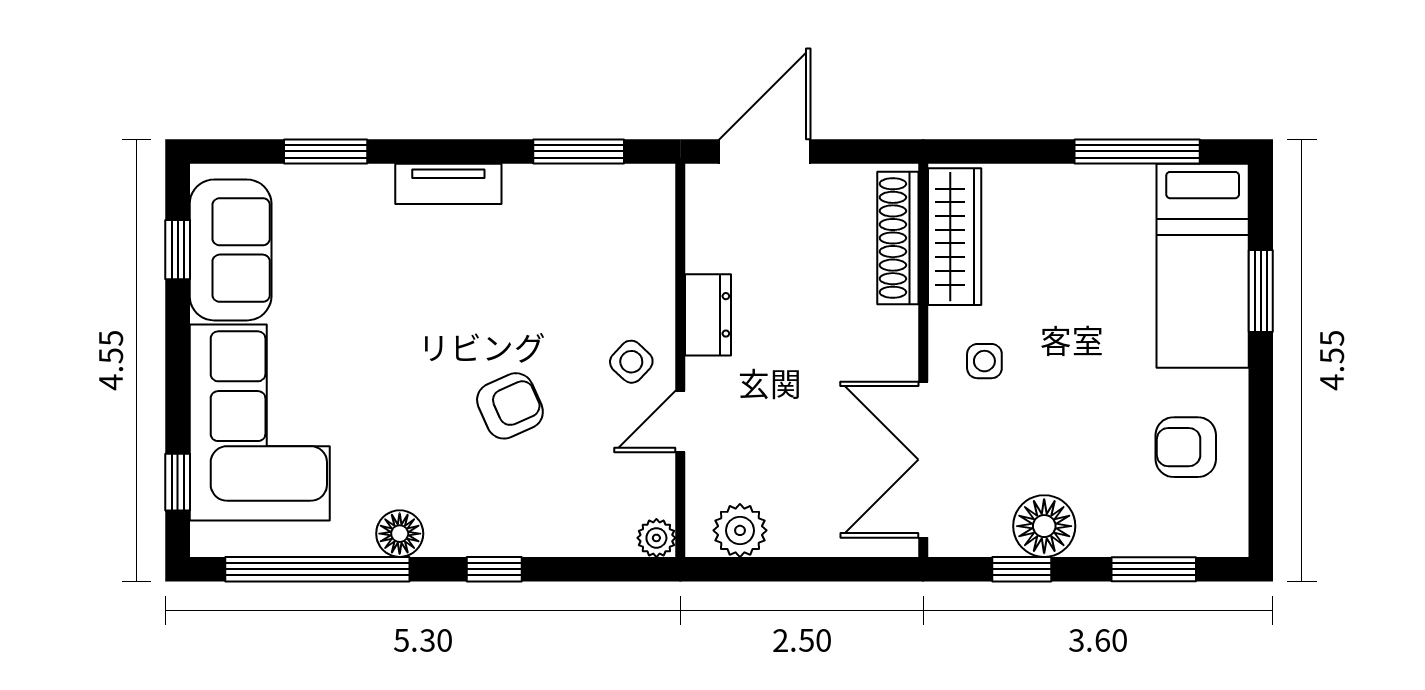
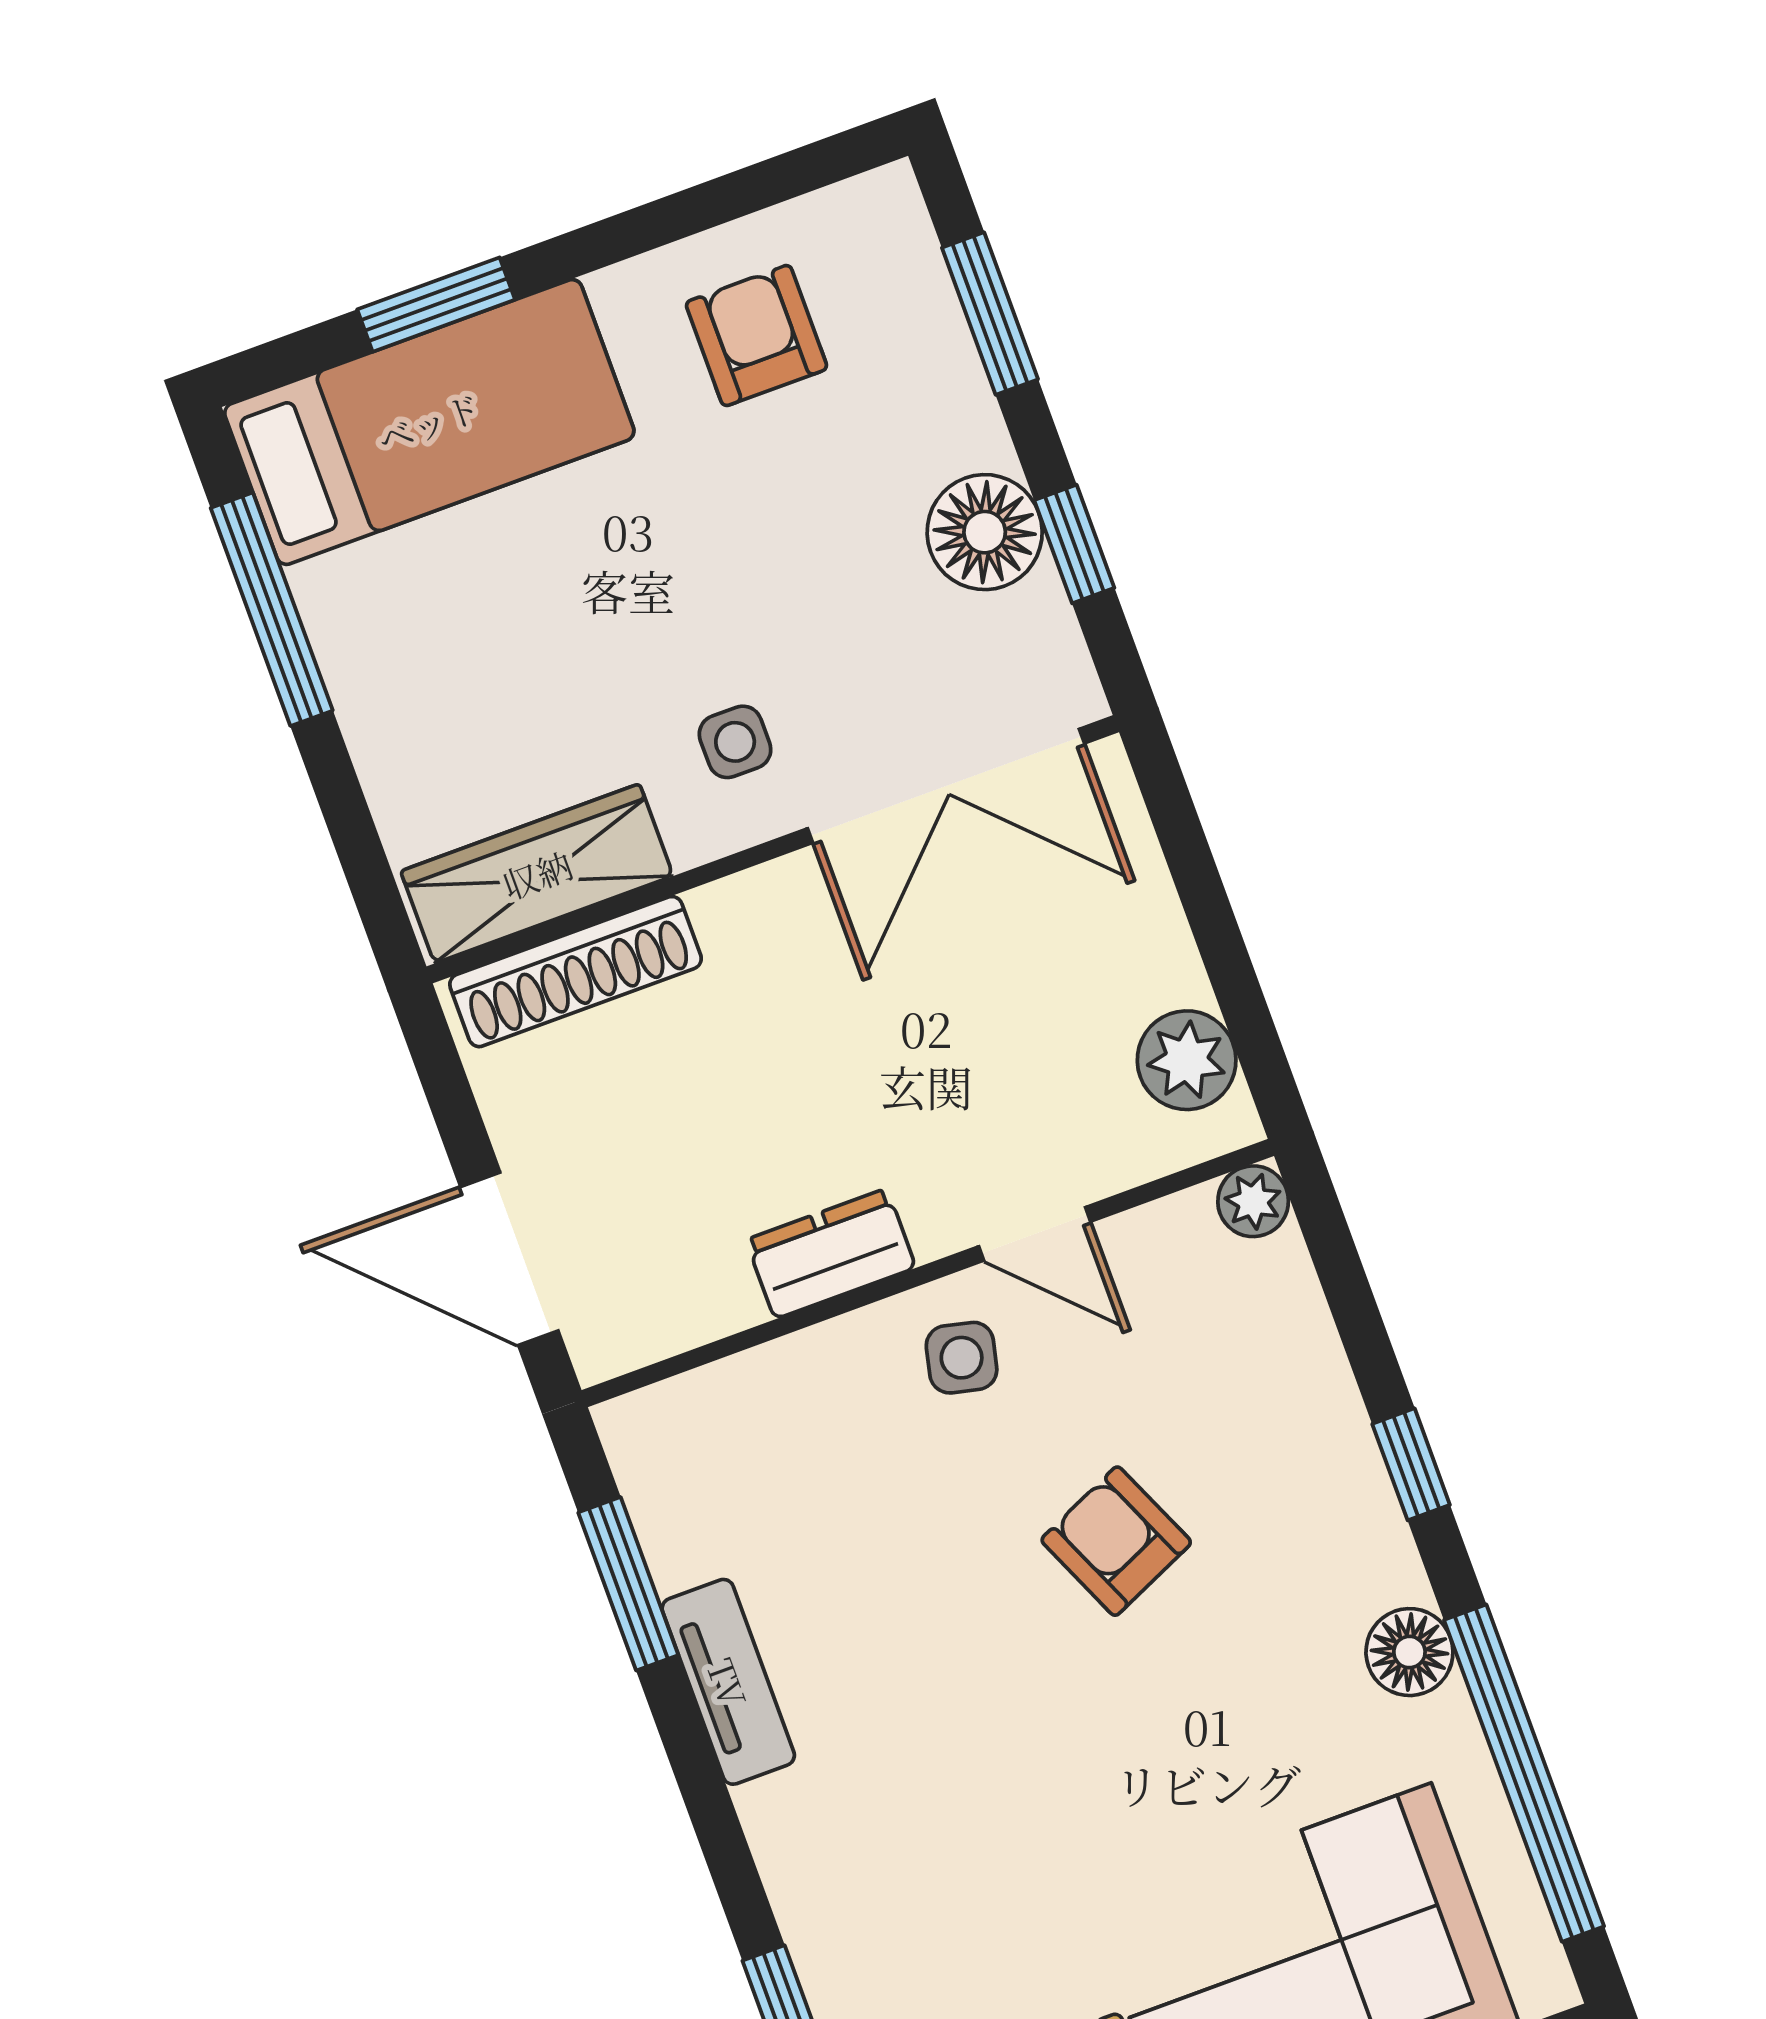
tv unit: (448, 184) -> (728, 1682), moved
side table: (631, 362) -> (962, 1358), turned -30
armchair: (1186, 447) -> (756, 336), turned 180

